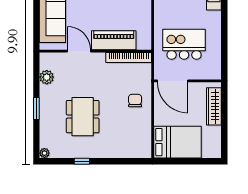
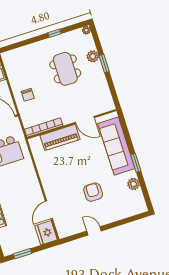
plant: (47, 77) -> (93, 56), moved

